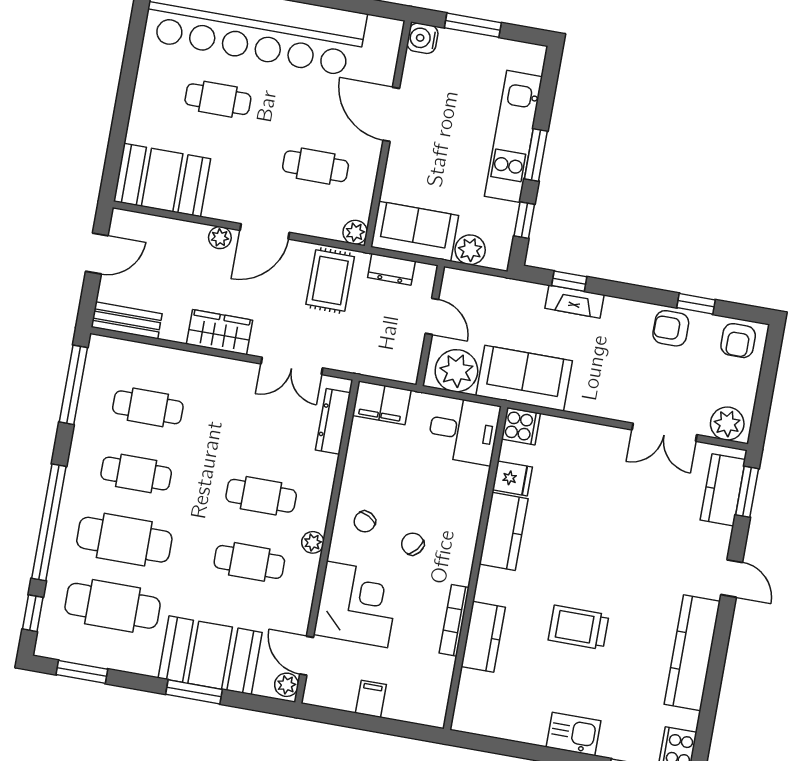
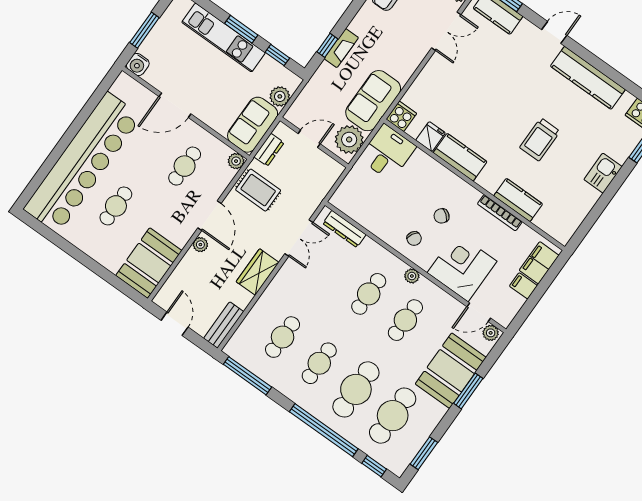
filing cabinet: (382, 403) -> (539, 263), moved, turned 180

